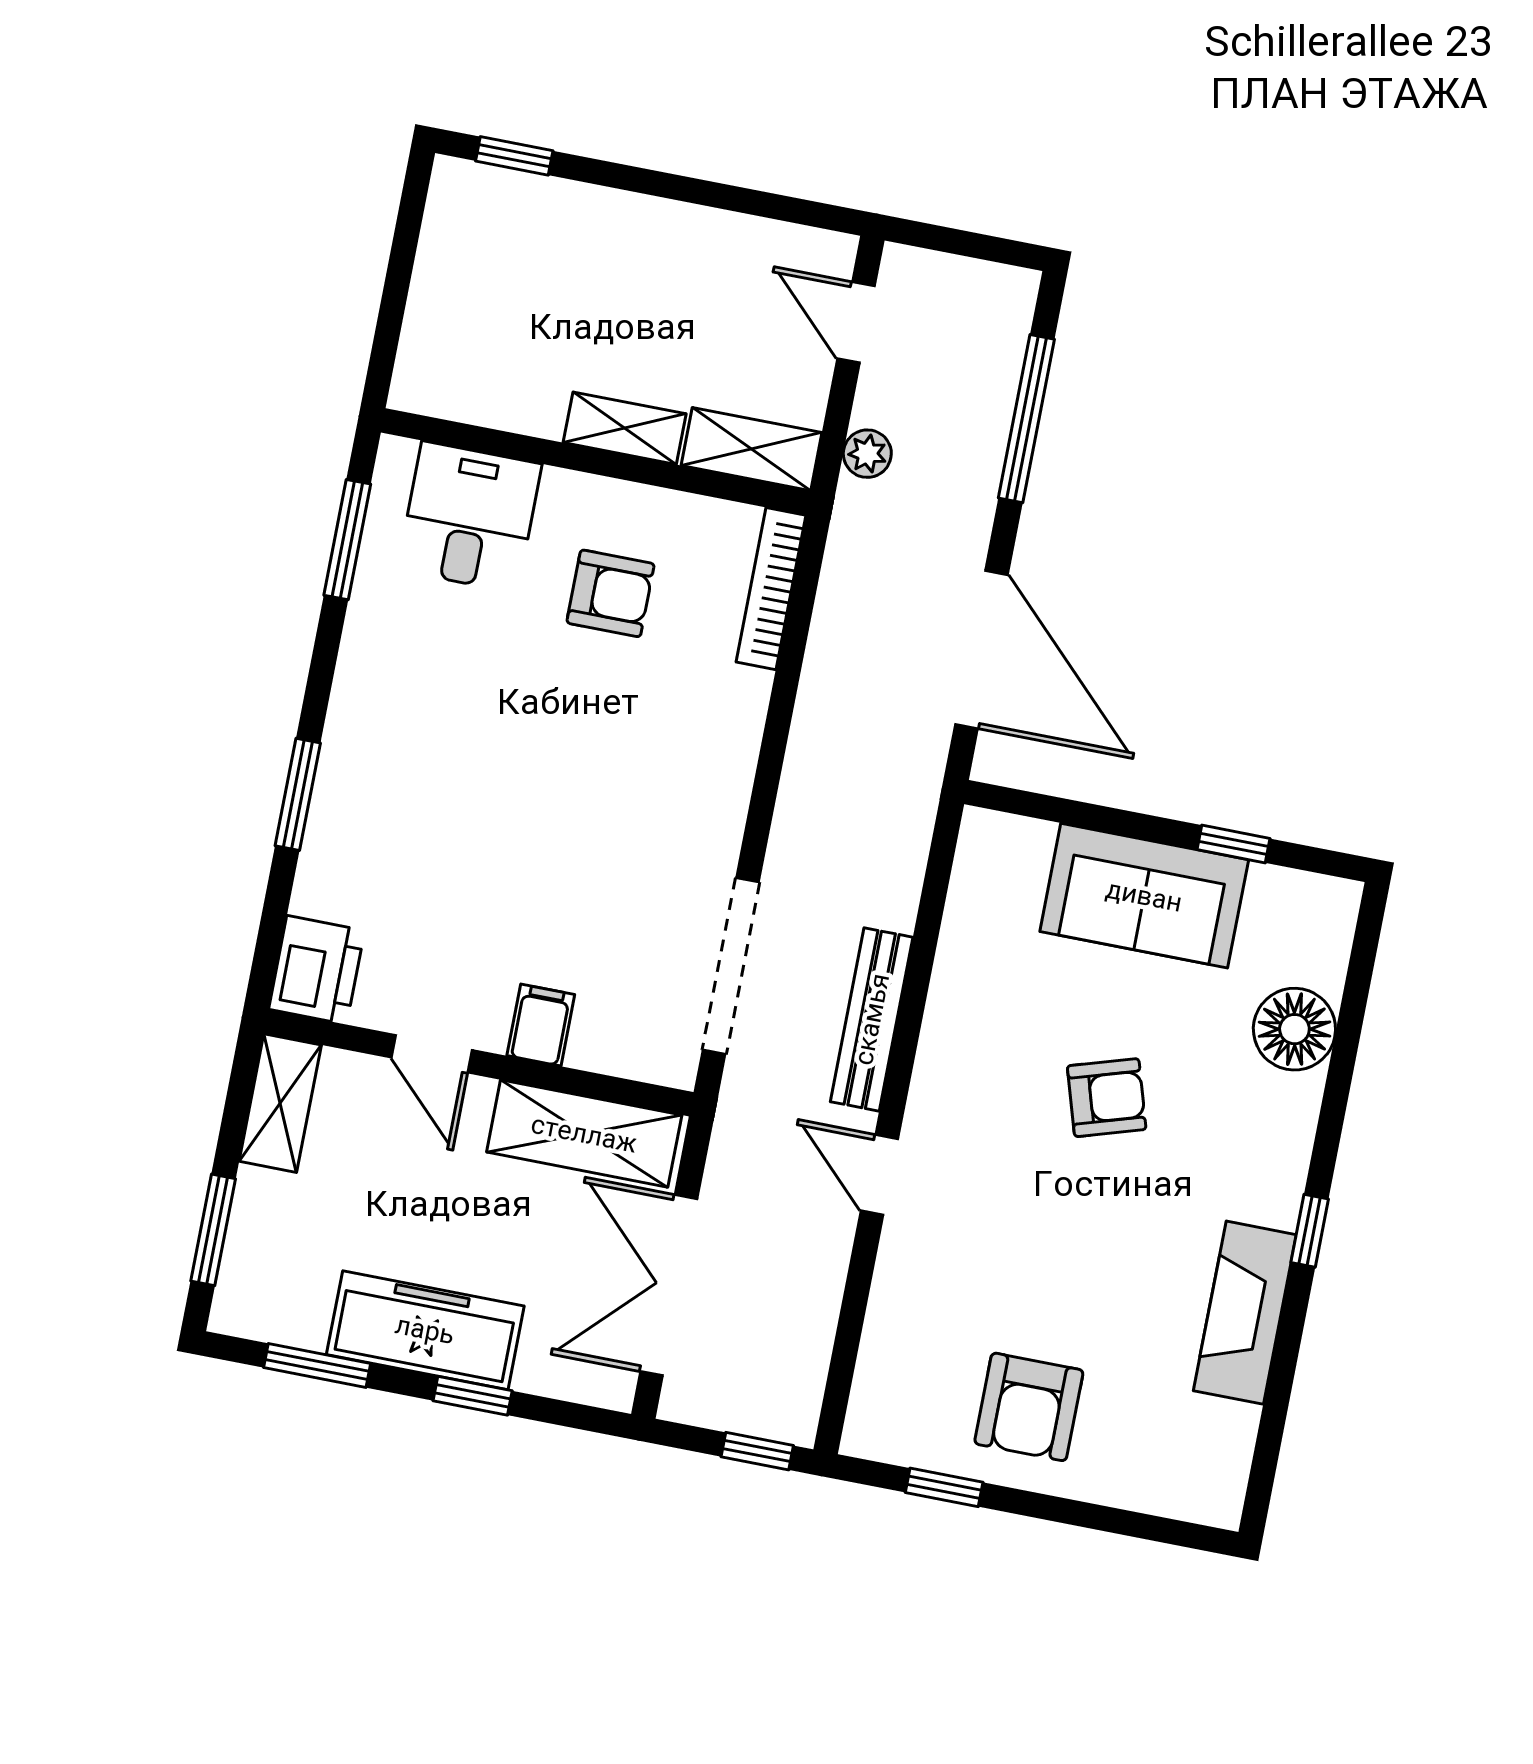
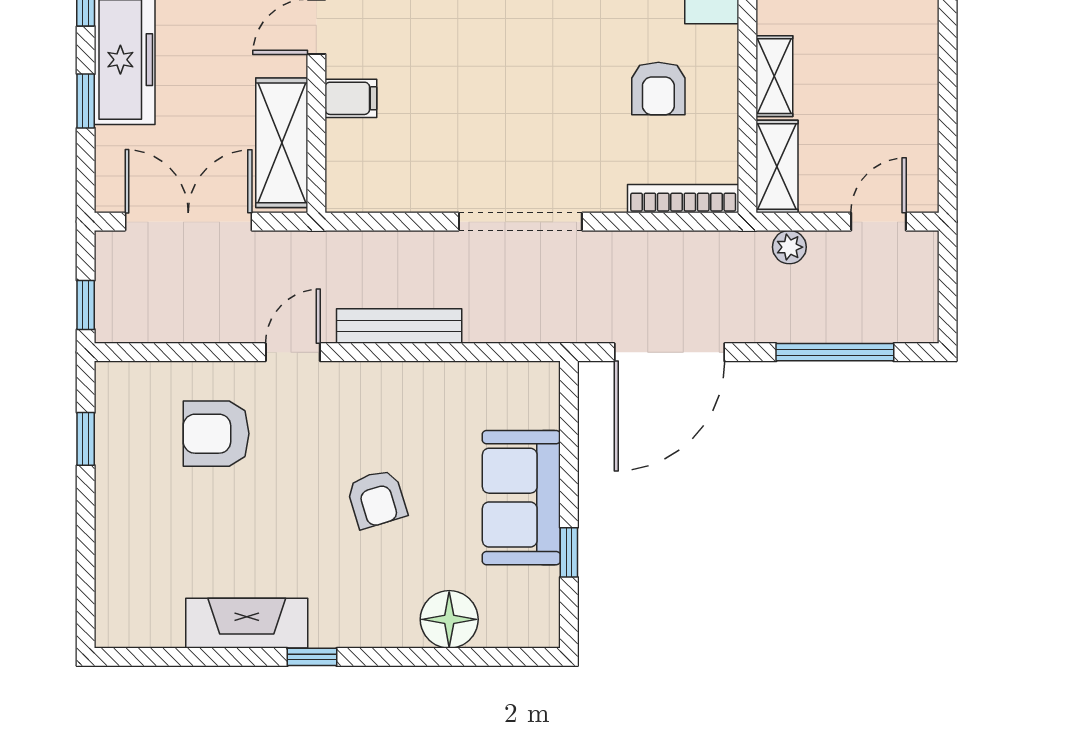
doorway: (731, 966) -> (520, 222), moved
armchair: (1029, 1407) -> (216, 434), moved

